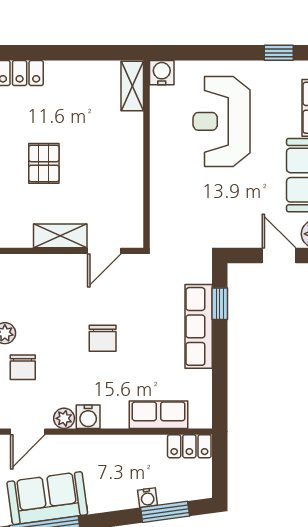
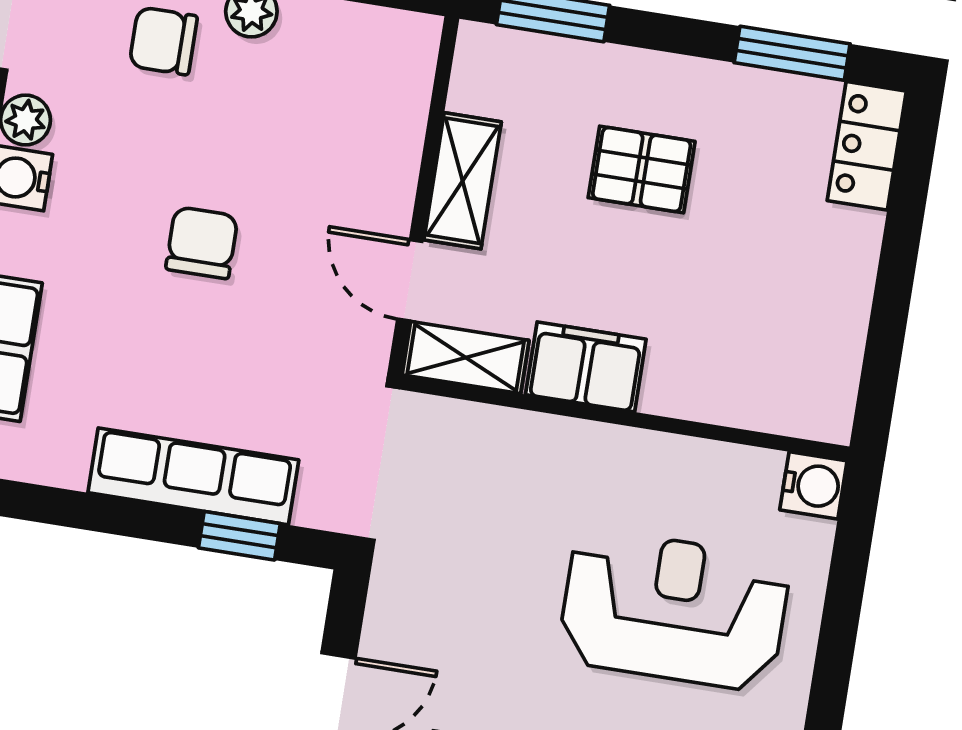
shelving: (132, 86) -> (466, 358), moved
filing cabinet: (128, 173) -> (586, 367), added
chair: (103, 338) -> (202, 243), turned 90

